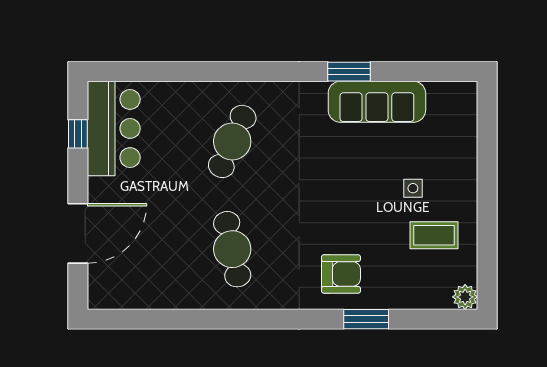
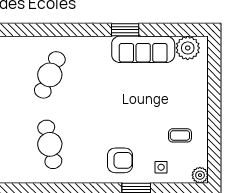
plant: (446, 100) -> (188, 48), added
side table: (413, 188) -> (161, 167), moved
coffee table: (434, 235) -> (180, 135), width x0.73, depth x0.77

